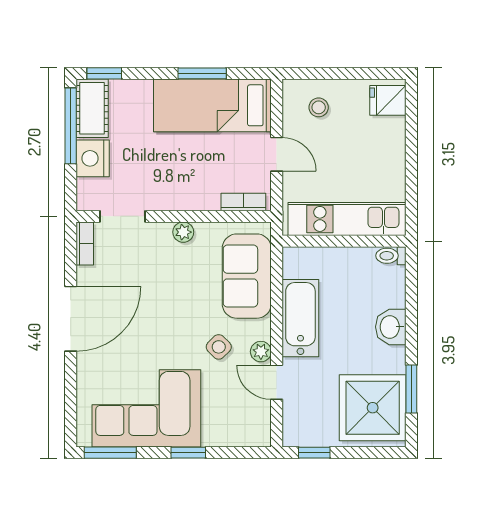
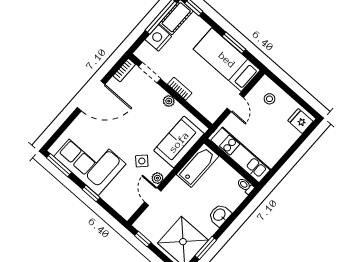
bookcase: (243, 202) -> (180, 89), moved
bathtub: (300, 318) -> (198, 165), moved

